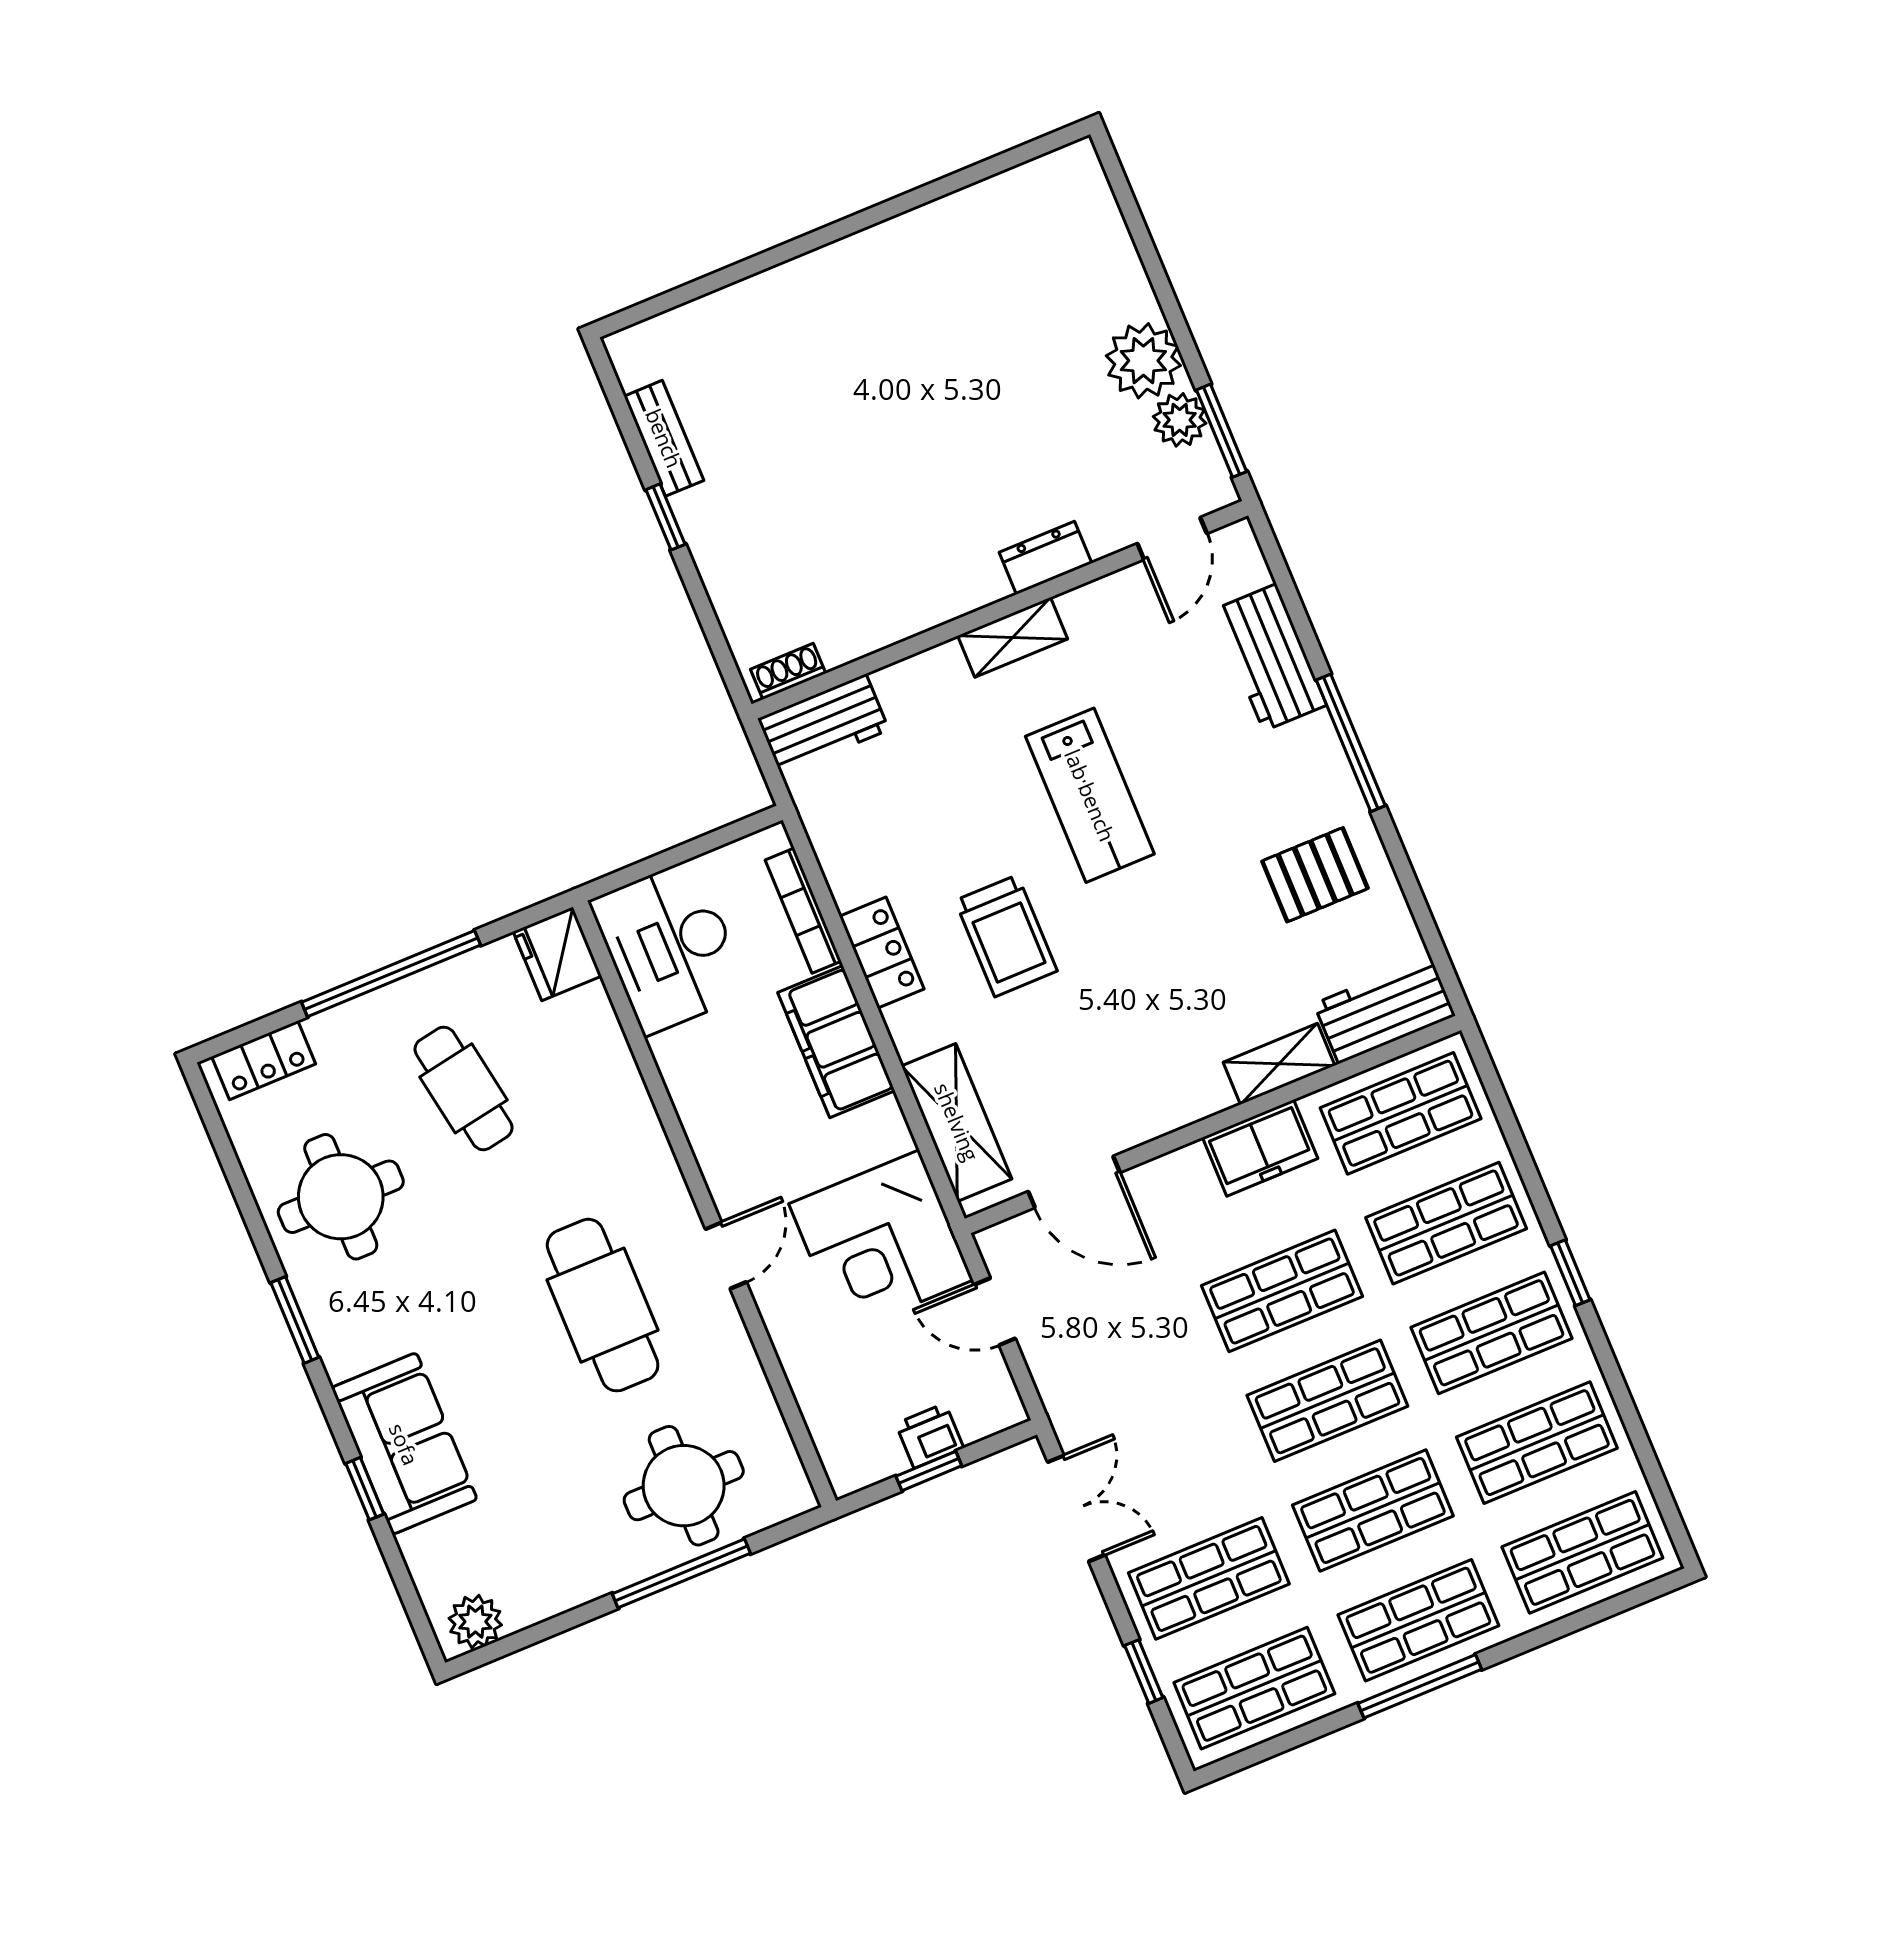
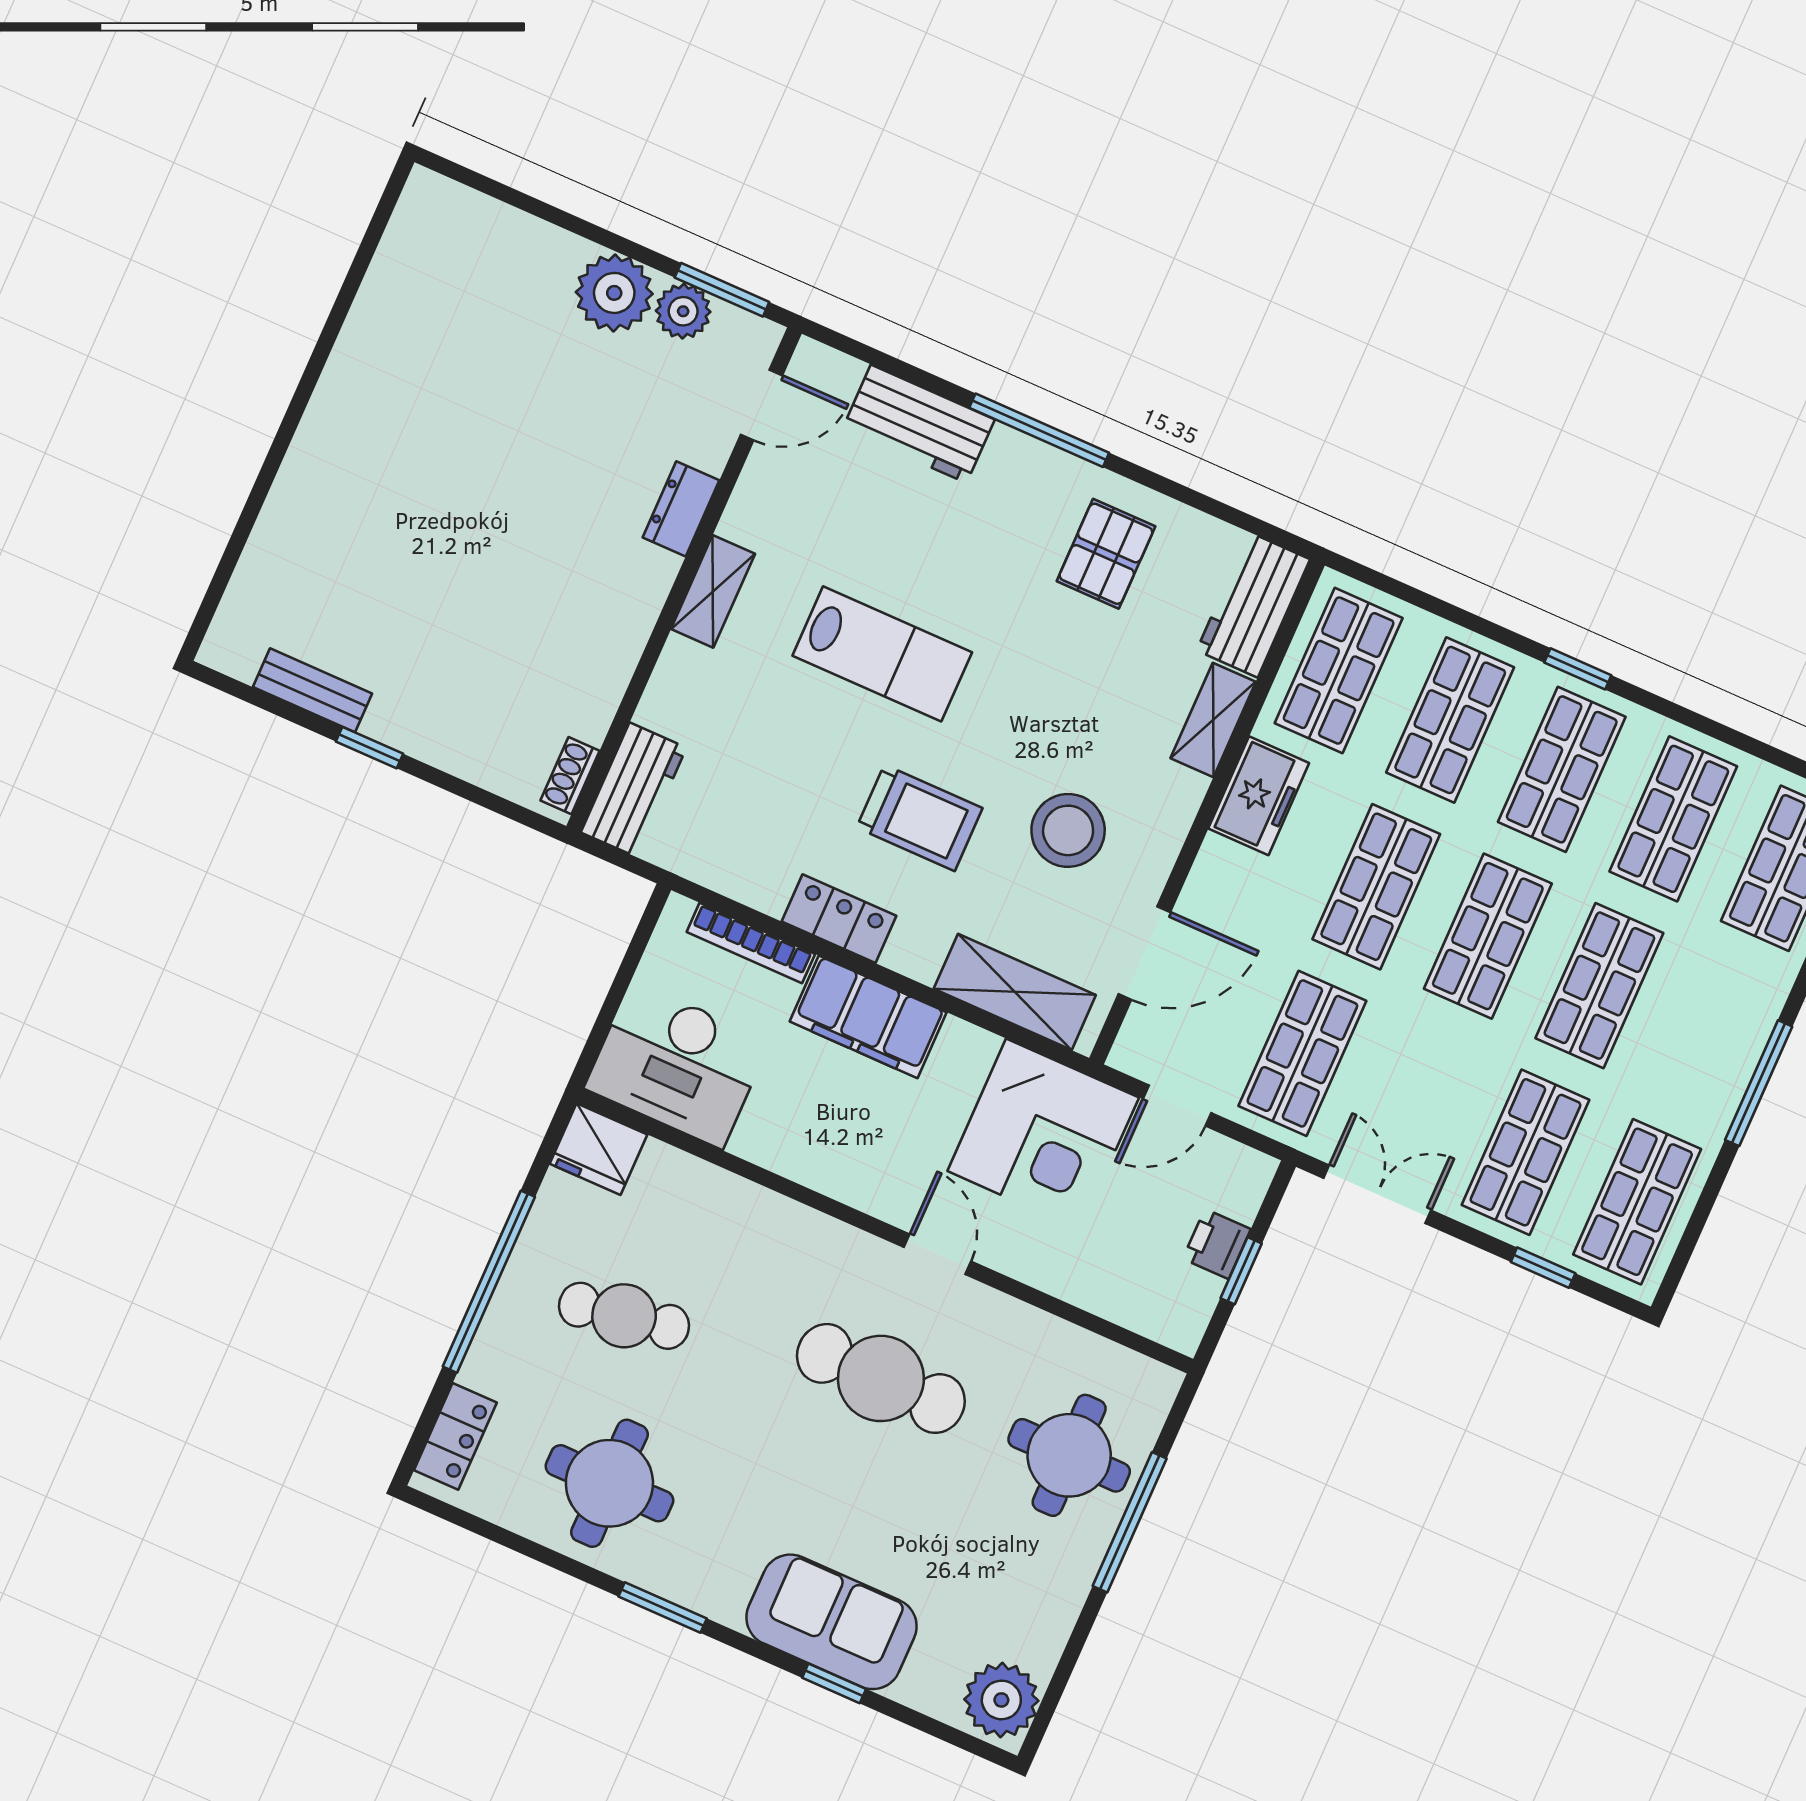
door: (1172, 539) -> (762, 405), hinge flipped
stool: (1102, 1044) -> (1068, 830), added
shop shelf: (1418, 1620) -> (1302, 1053), moved
plant: (475, 1622) -> (1001, 1700), width x1.36, depth x1.36

